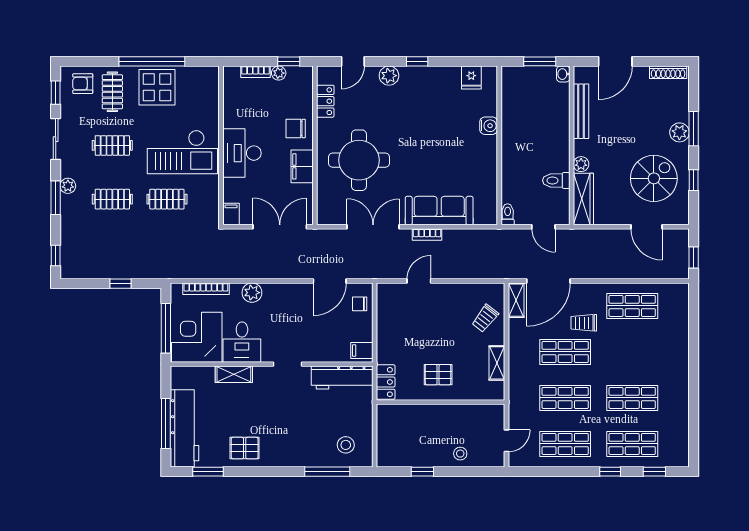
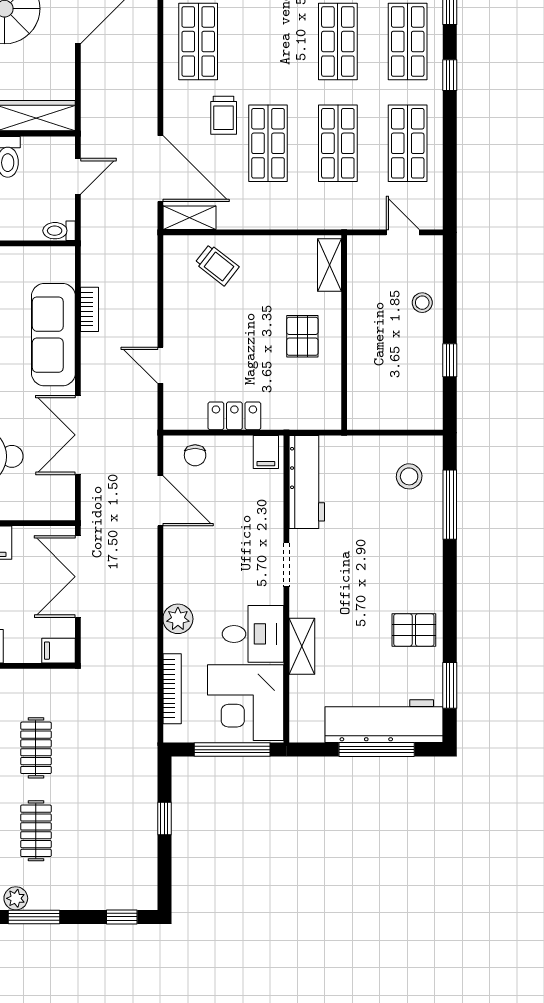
bookcase: (427, 234) -> (90, 309), moved
shelving: (497, 363) -> (330, 265), moved, turned 90
locker: (386, 382) -> (234, 416), moved
pallet: (245, 448) -> (414, 630), turned 90

